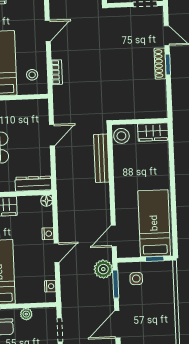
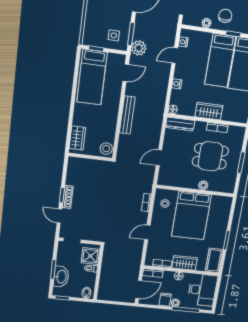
wardrobe: (153, 132) -> (77, 138), moved, turned 90
bench: (101, 158) -> (127, 115), moved
door: (57, 253) -> (175, 56), moved

